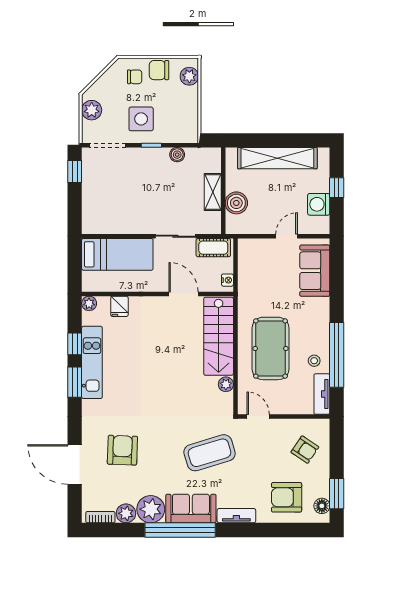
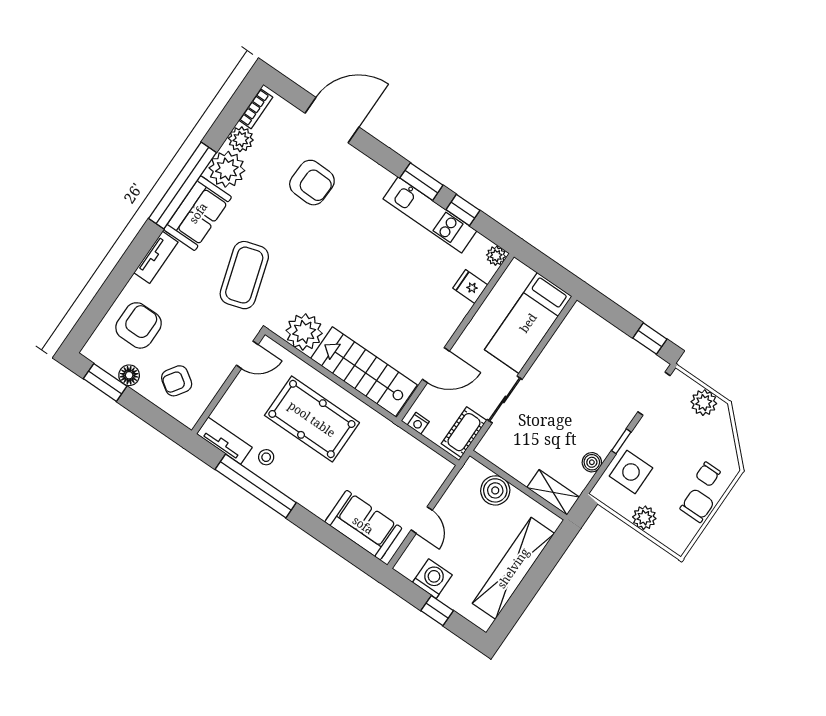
plant: (189, 76) -> (644, 518), moved
side table: (141, 119) -> (631, 472), moved
shelving: (213, 192) -> (553, 492), moved
plant: (226, 384) -> (304, 332), width x1.87, depth x1.87
floor lamp: (322, 506) -> (129, 375), moved

